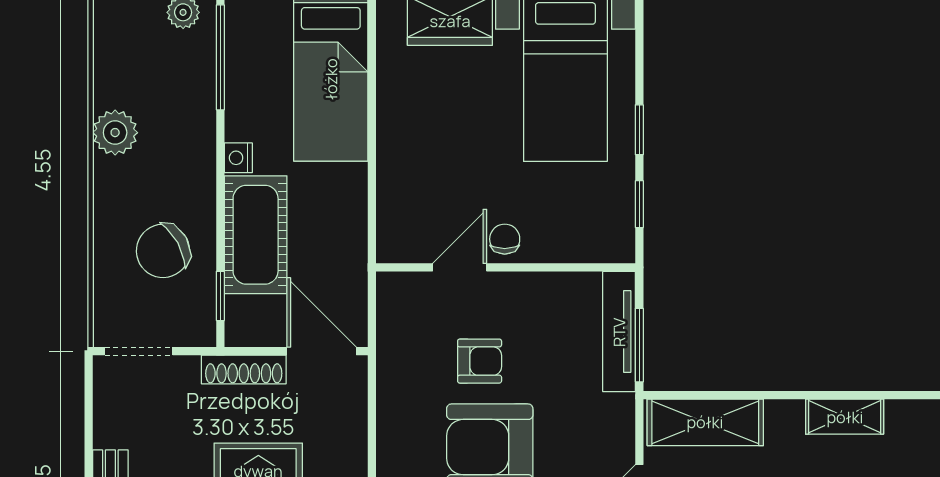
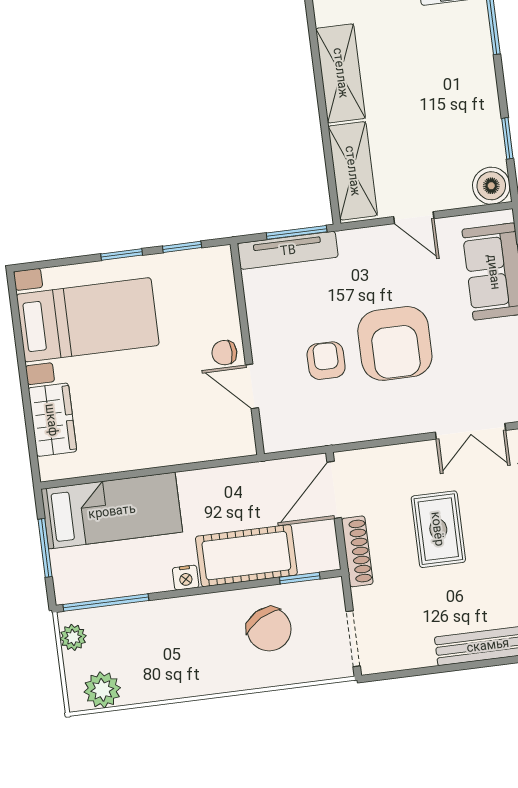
plant: (115, 133) -> (102, 690), moved
shelving: (845, 417) -> (341, 73), width x1.50, depth x1.33

